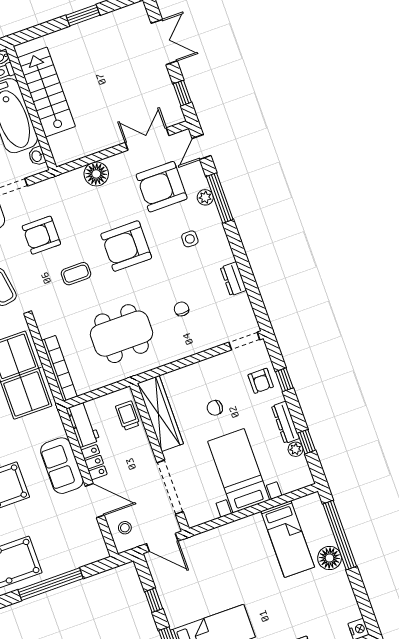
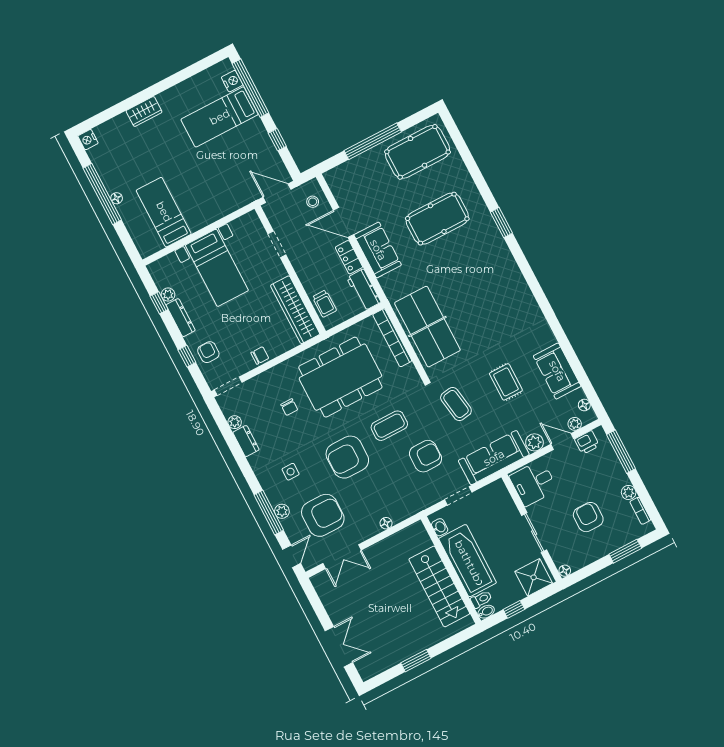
double door: (164, 42) -> (339, 647), swing flipped
window: (182, 93) -> (316, 603), removed
floor lamp: (96, 174) -> (386, 523), width x0.53, depth x0.53
armchair: (126, 246) -> (347, 457), turned 180
coffee table: (76, 274) -> (389, 426), width x1.36, depth x1.30
plant: (243, 301) -> (235, 422), added
dining table: (122, 334) -> (340, 377), width x1.36, depth x1.24
chair: (215, 408) -> (260, 356), moved
doorway: (170, 487) -> (277, 244), width x0.53
window: (340, 535) -> (102, 194), moved
floor lamp: (330, 558) -> (117, 198), width x0.53, depth x0.53

